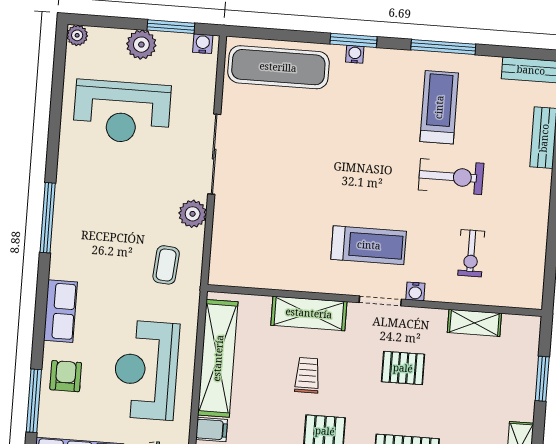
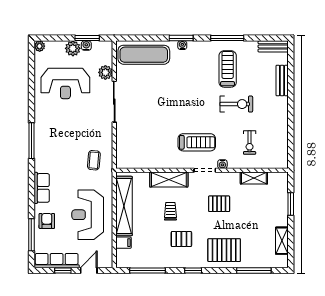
water cooler: (203, 44) -> (86, 46), moved
plant: (193, 214) -> (105, 72), moved

